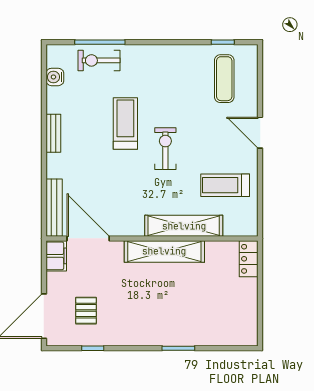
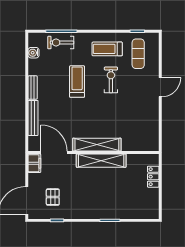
door: (260, 133) -> (160, 87), swing flipped
exercise bike: (165, 149) -> (111, 80), moved
treadmill: (225, 185) -> (107, 49), moved
bench: (54, 208) -> (33, 118), moved
shelving: (184, 226) -> (97, 145), moved
locker: (249, 259) -> (153, 177), moved

